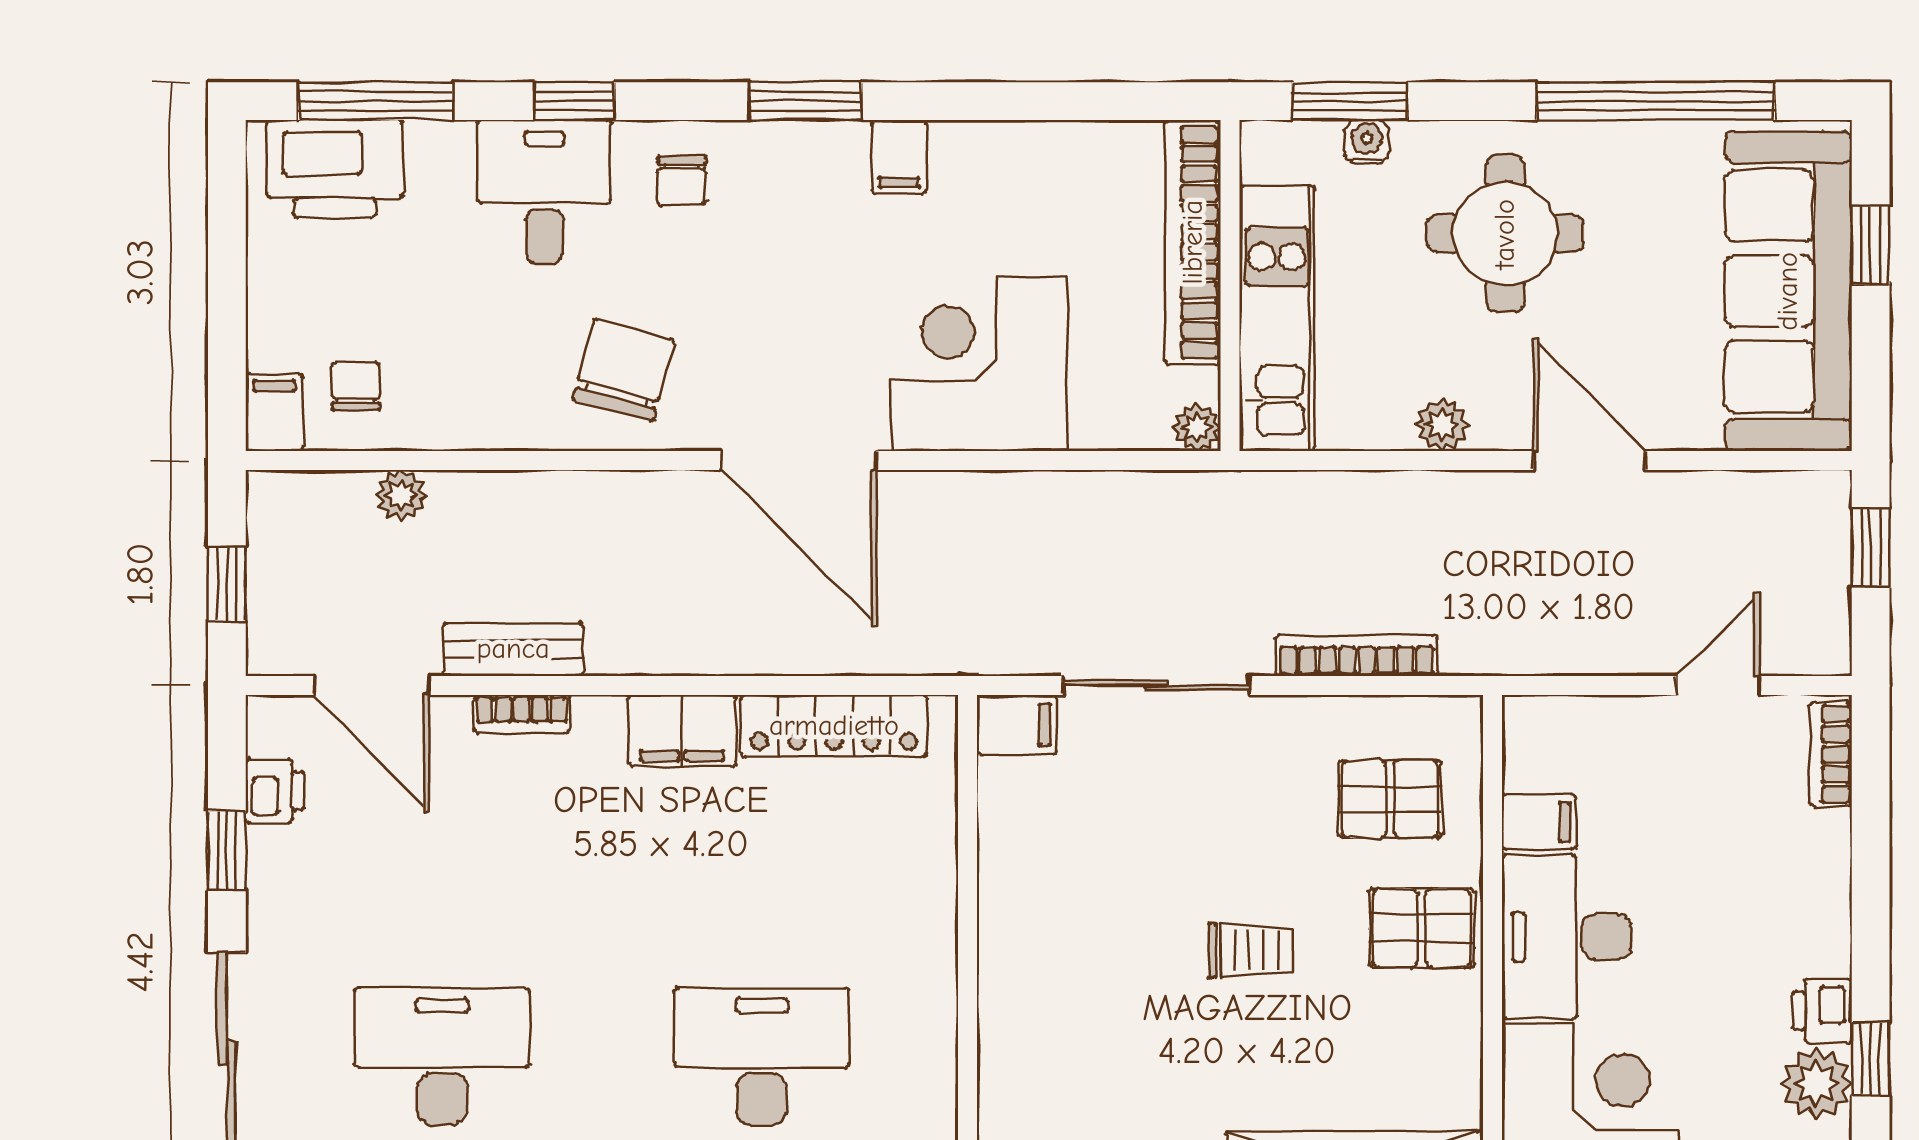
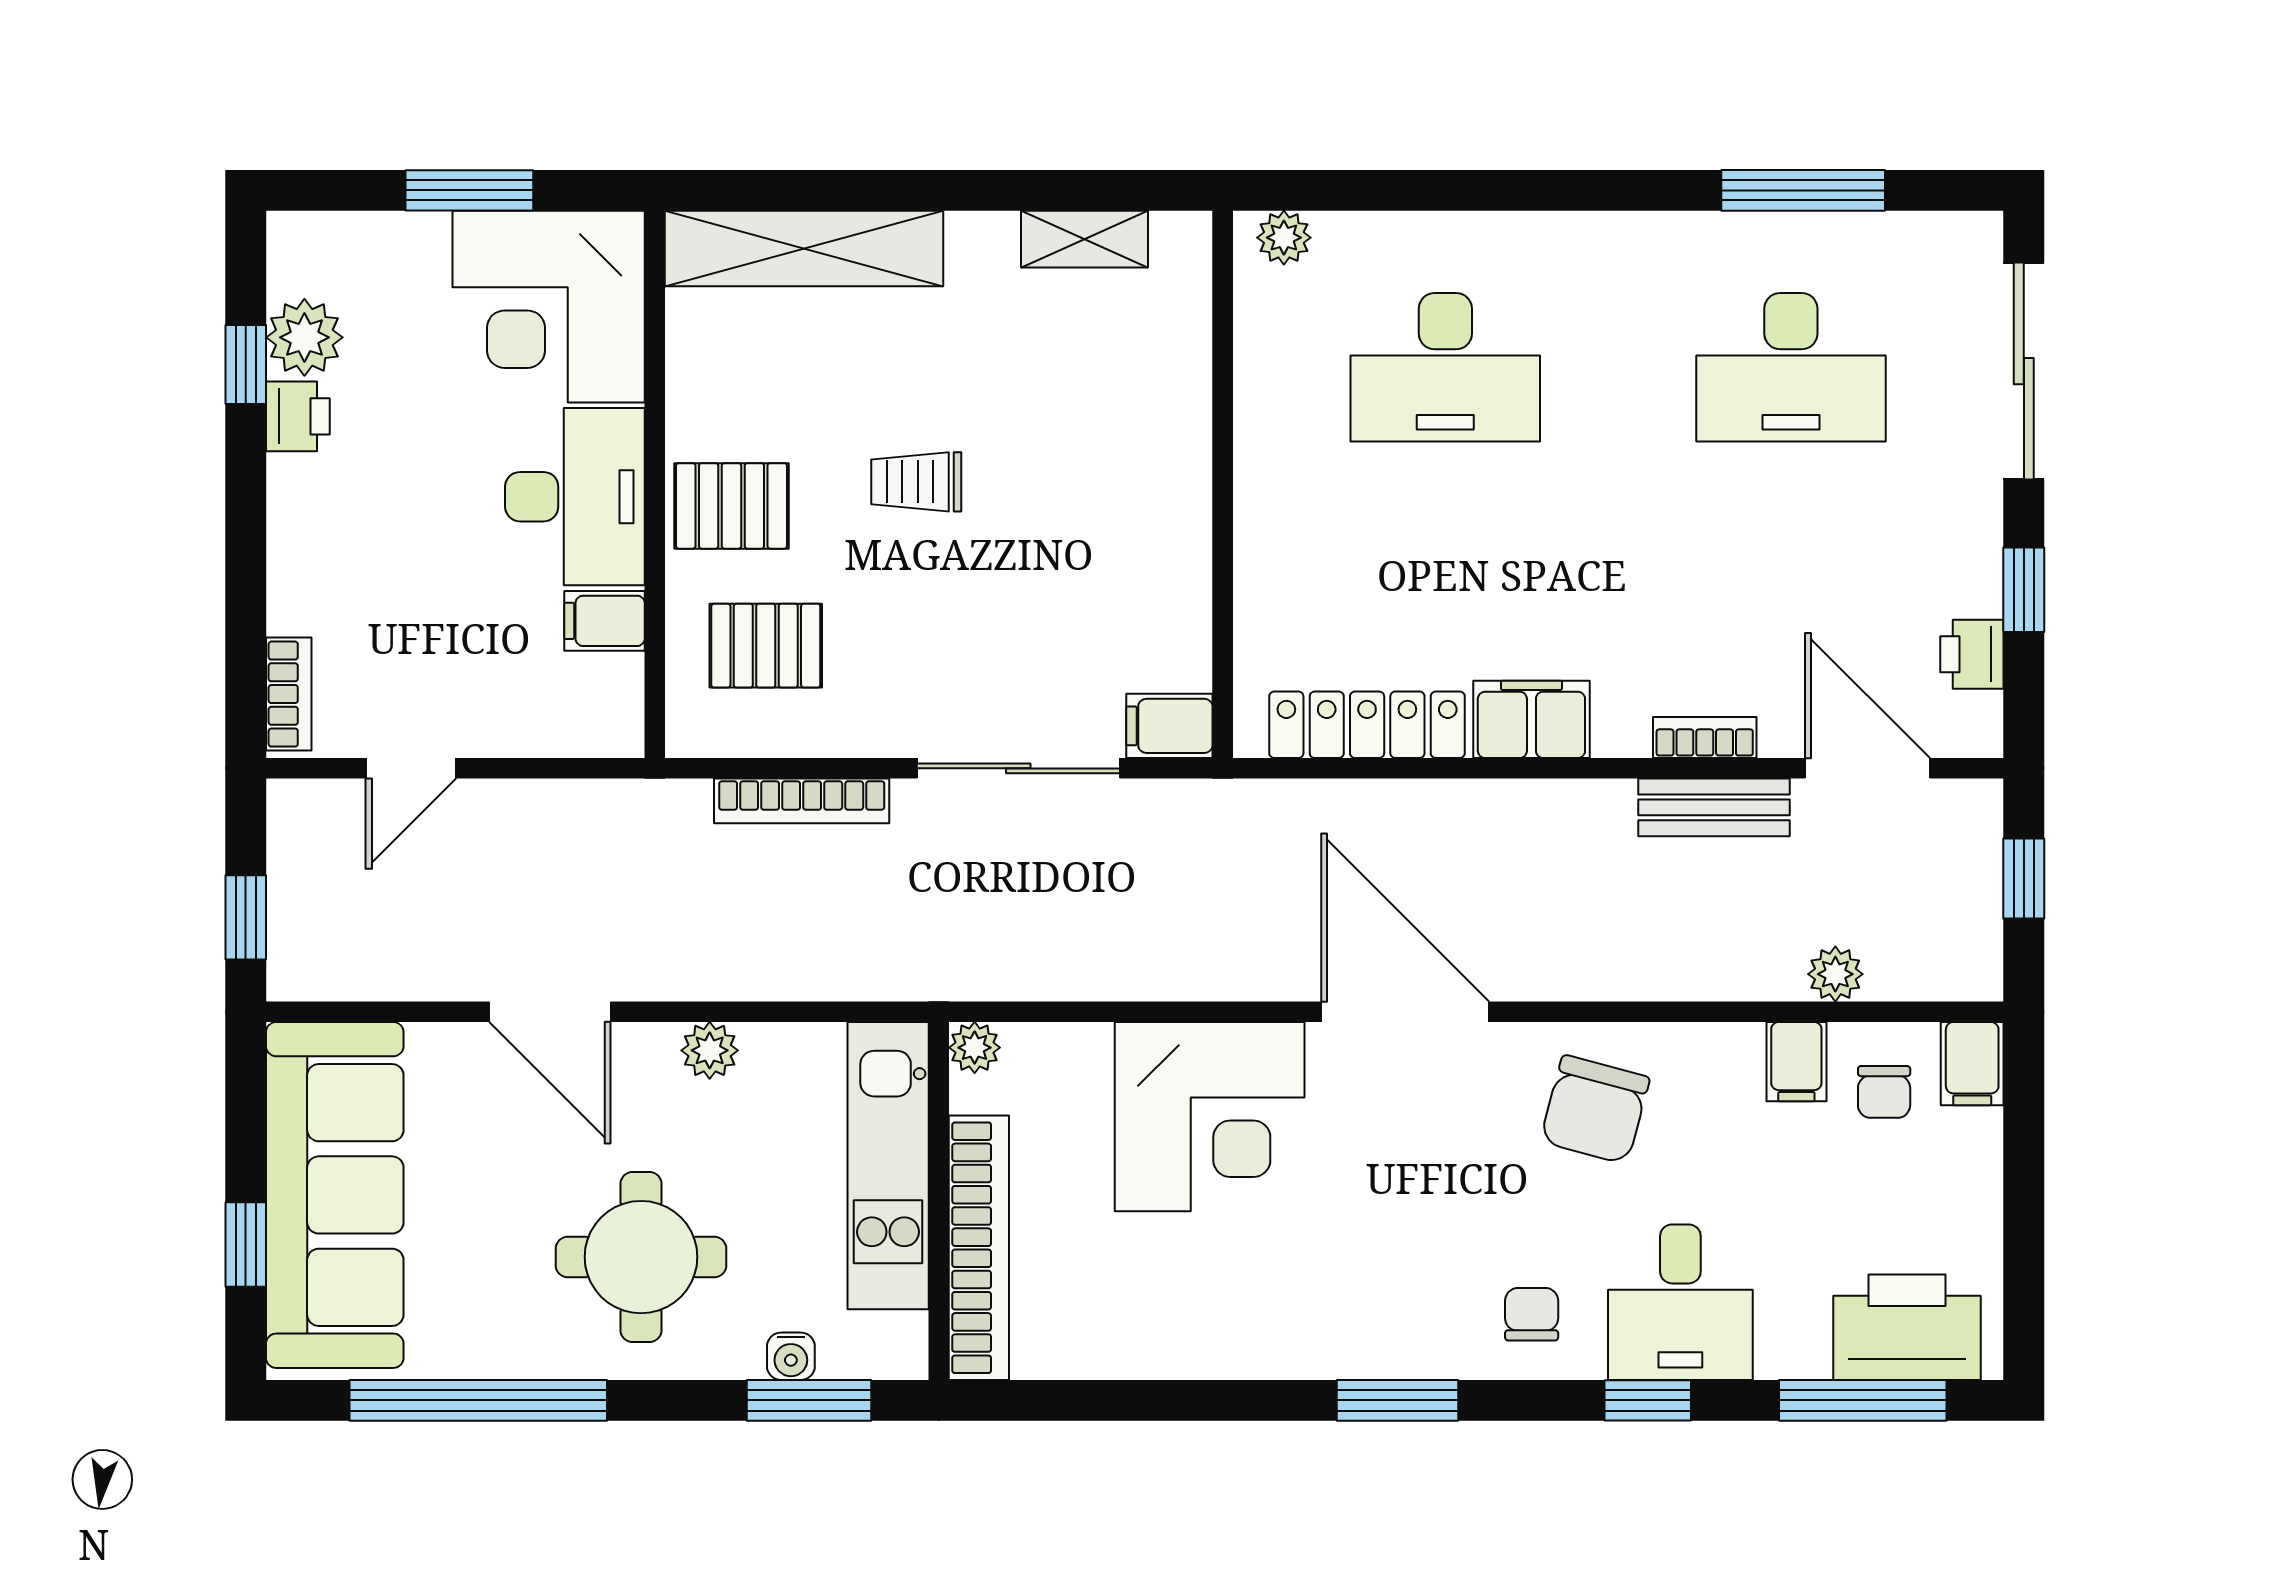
filing cabinet: (899, 157) -> (1796, 1062), moved, turned 180

